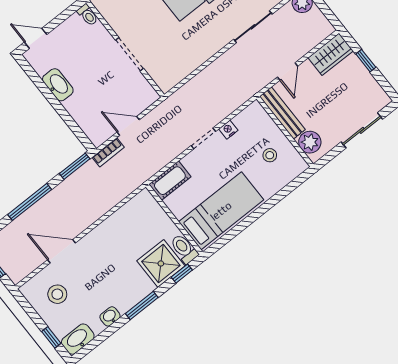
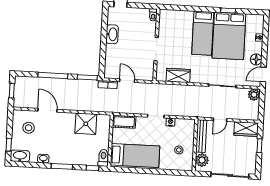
wardrobe: (186, 63) -> (178, 75), added
sliding door: (362, 130) -> (230, 175), width x1.37
shower: (161, 263) -> (86, 124), moved

